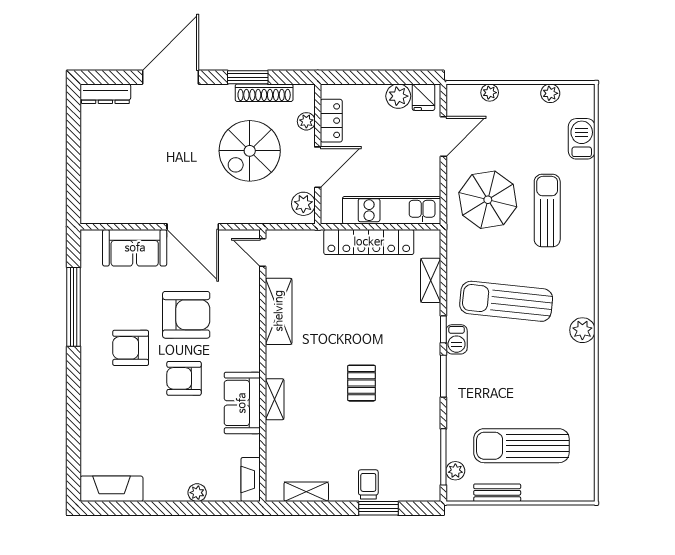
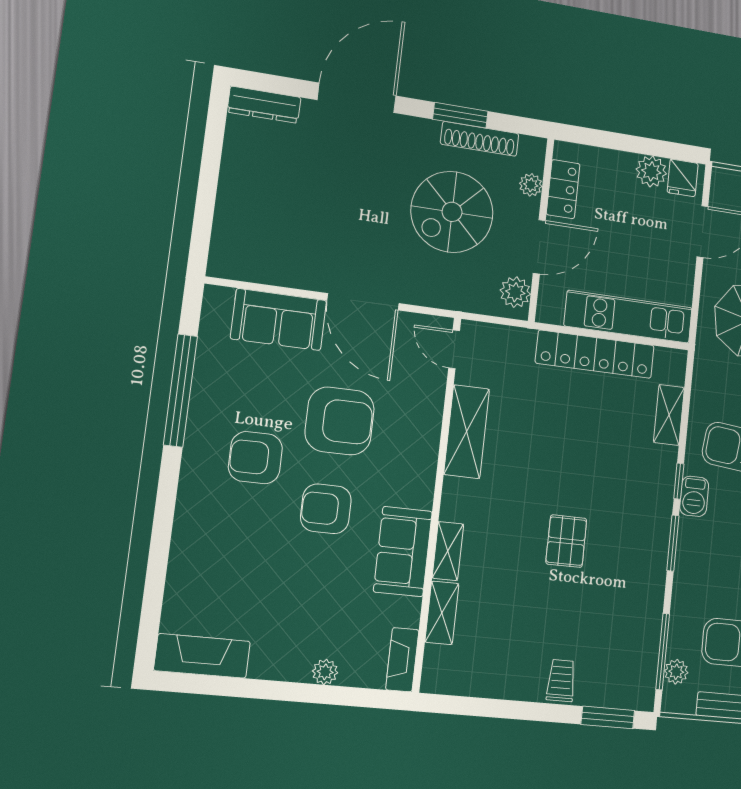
shelving: (306, 492) -> (442, 613), moved, turned 90
window: (378, 508) -> (608, 717), moved

